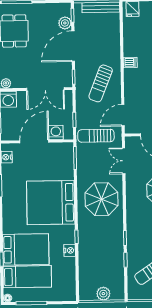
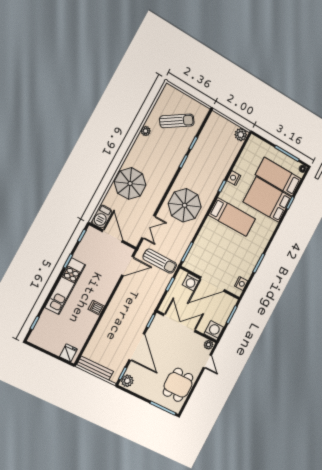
plant: (65, 23) -> (127, 381), moved
door: (73, 46) -> (137, 347), hinge flipped
sun lounger: (101, 83) -> (131, 303), removed
bed: (51, 203) -> (232, 217), width x0.49
plant: (103, 294) -> (241, 135), moved

